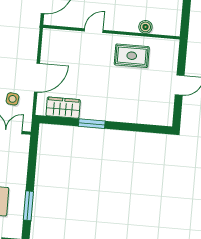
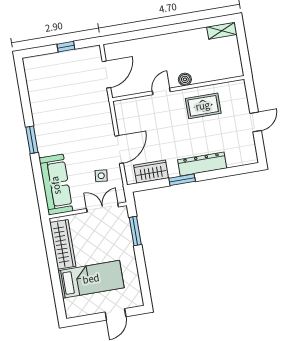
boiler: (145, 27) -> (185, 79), moved
dresser: (116, 113) -> (202, 164), added
window: (28, 206) -> (135, 231), moved

